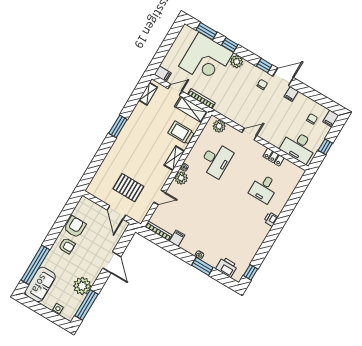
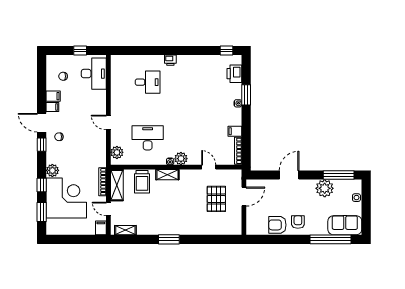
filing cabinet: (331, 119) -> (53, 96), moved
locker: (274, 157) -> (116, 90), removed

